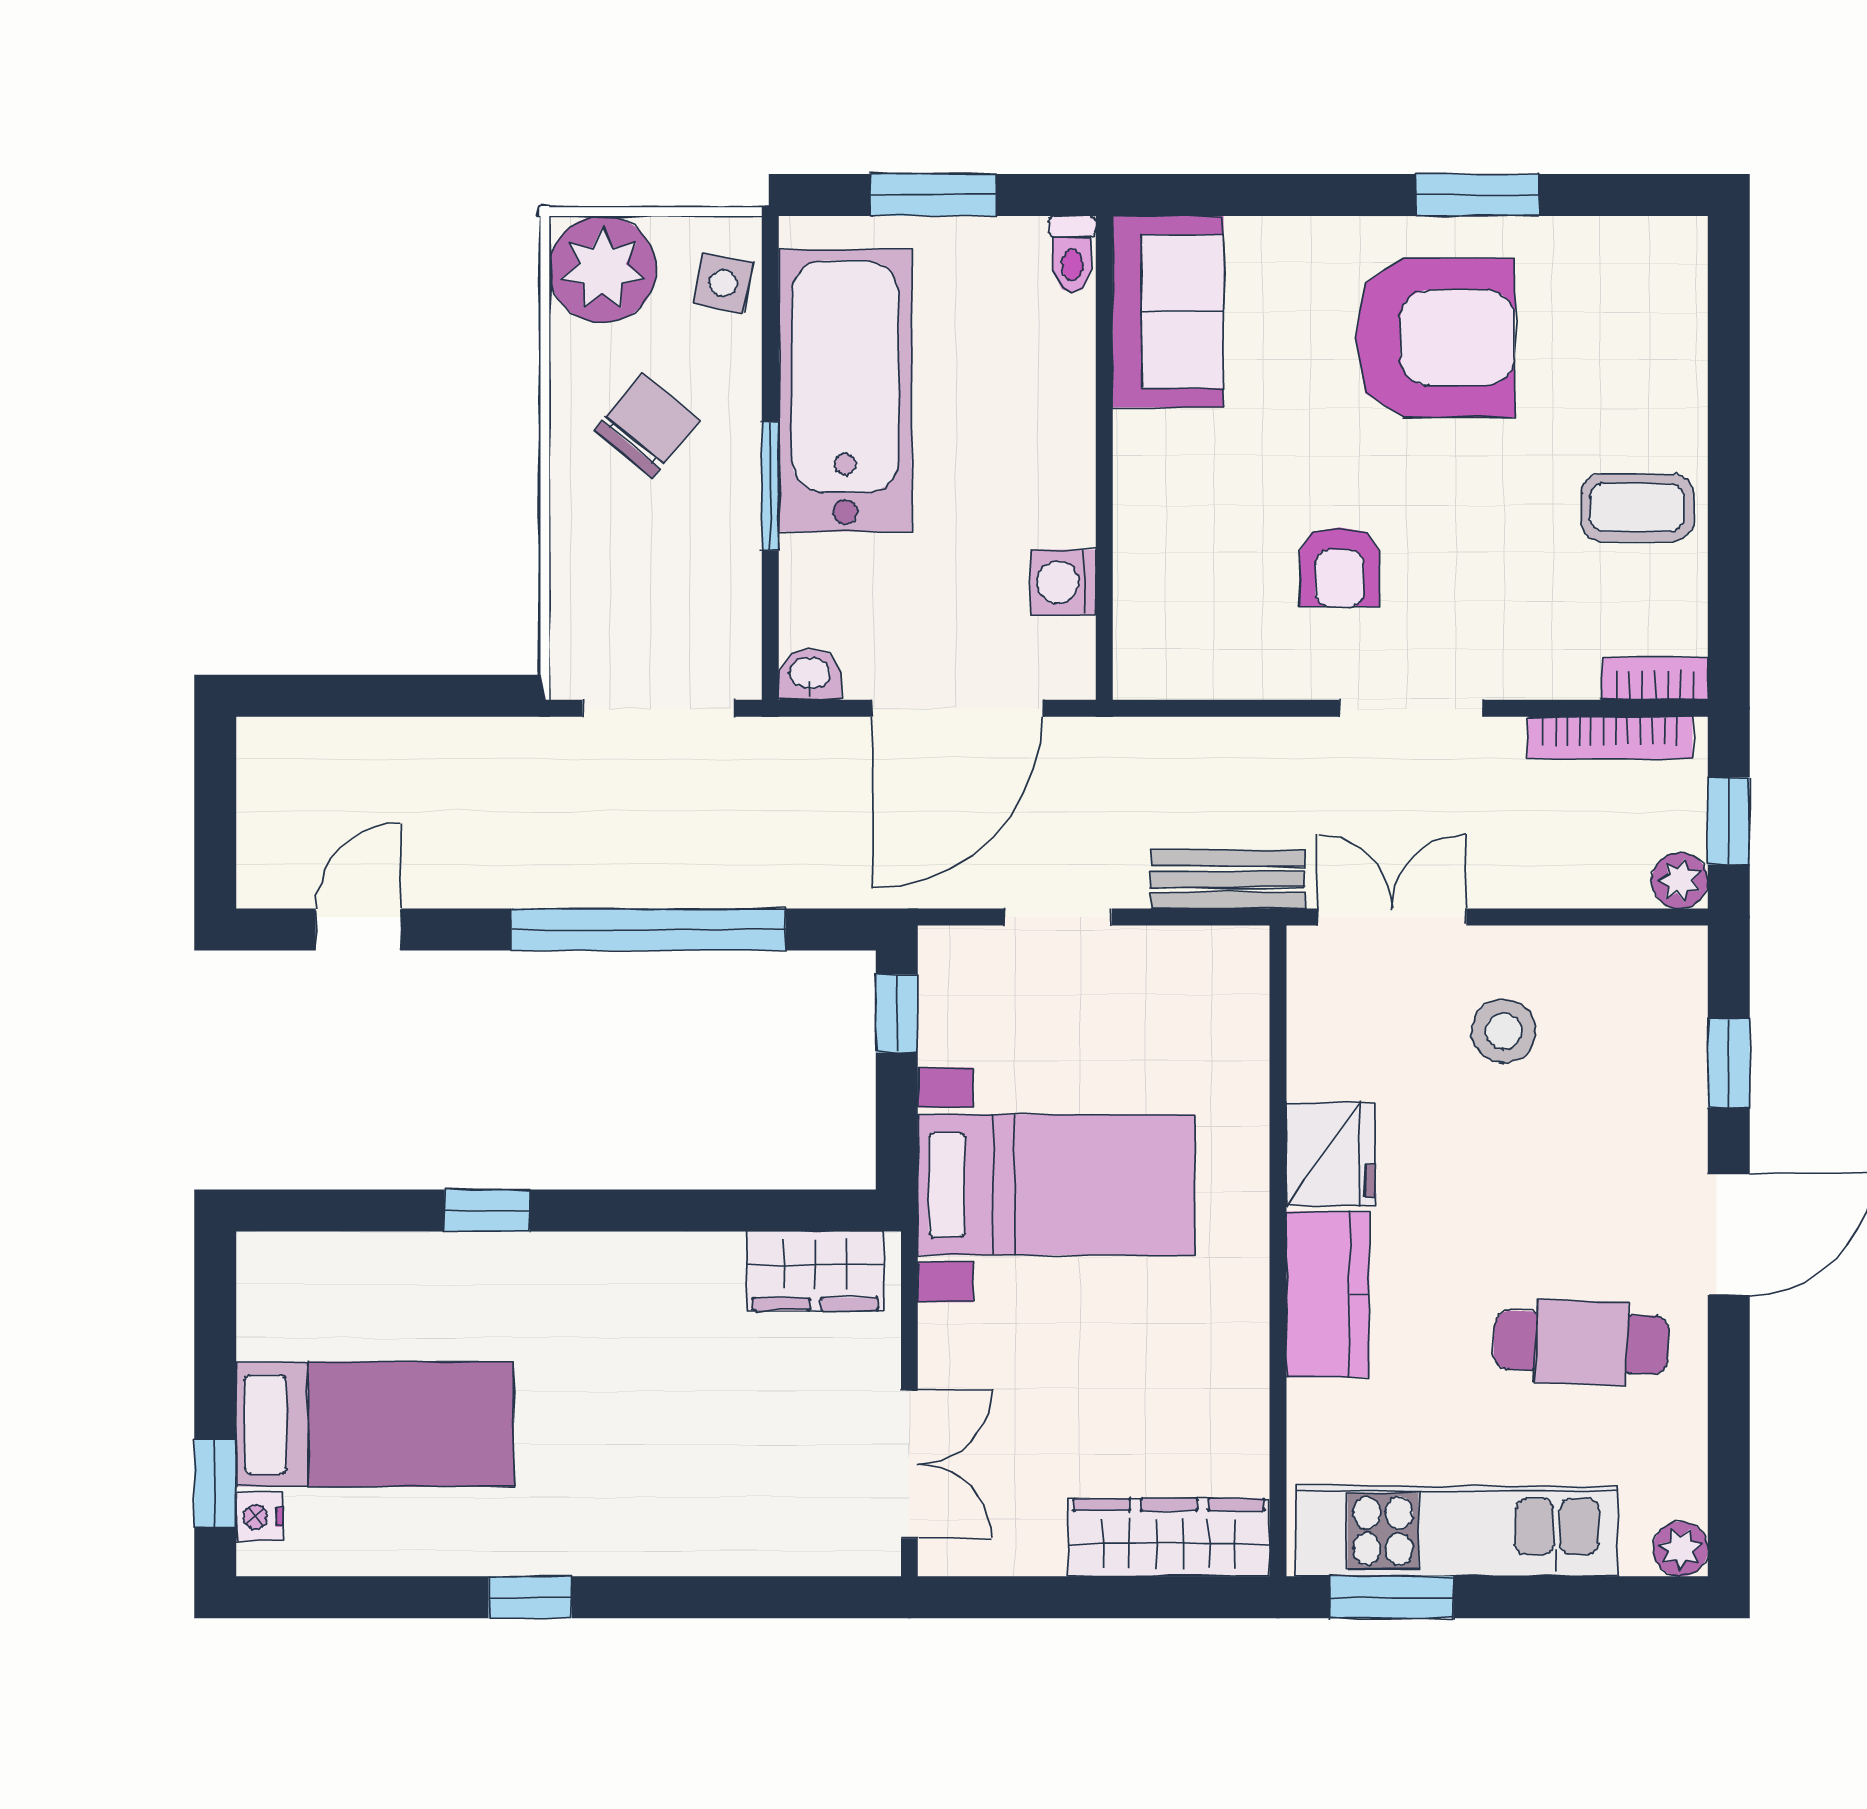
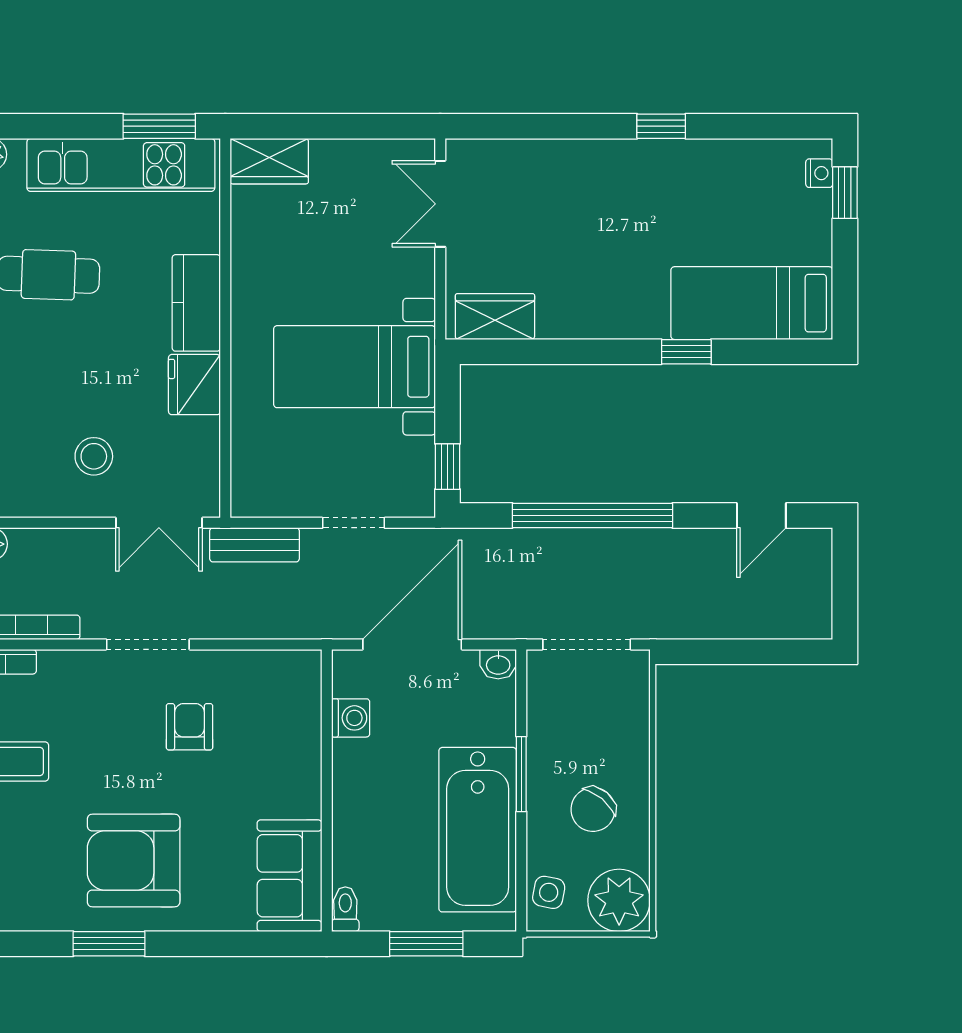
bed: (375, 1424) -> (752, 303), moved
wardrobe: (1169, 1537) -> (269, 161), width x0.67

